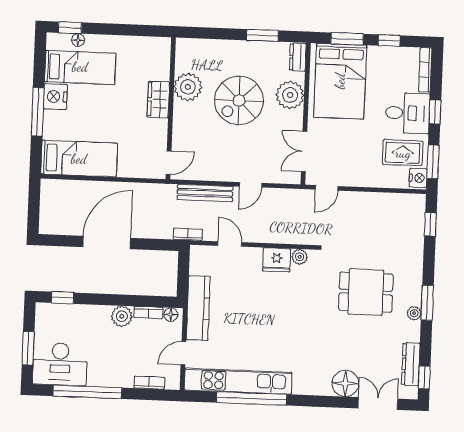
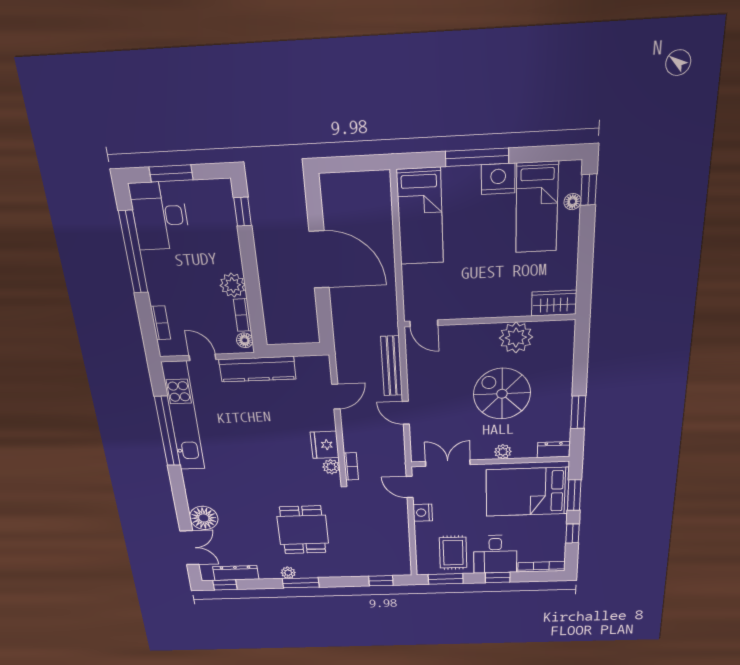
plant: (290, 95) -> (503, 452), width x0.53, depth x0.53
wardrobe: (158, 100) -> (554, 303), moved
nightstand: (418, 178) -> (423, 513), moved, turned 90
bookcase: (188, 234) -> (351, 466), moved

